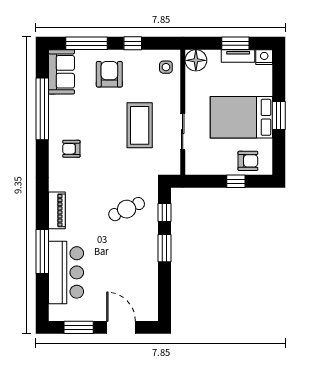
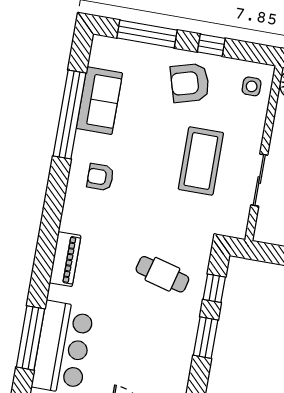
sofa: (61, 72) -> (99, 101), moved
armchair: (109, 74) -> (190, 83), moved, turned -106
cafe table: (127, 209) -> (162, 274), turned 40
window: (42, 252) -> (30, 338), moved

